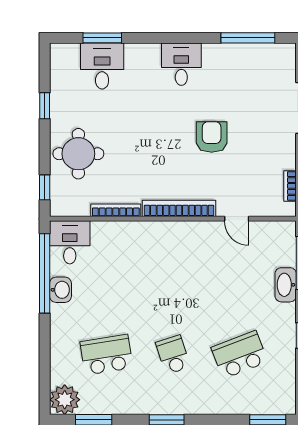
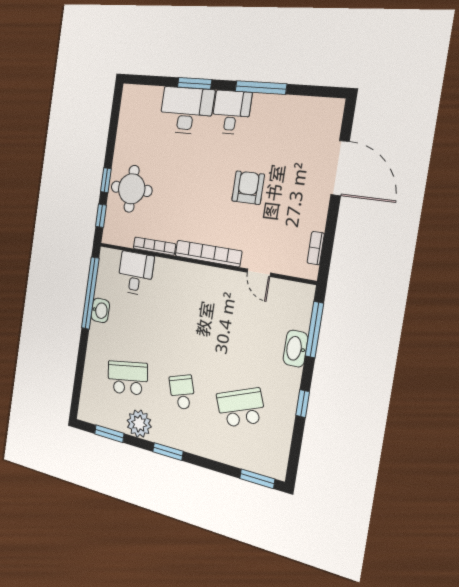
window: (102, 38) -> (195, 83), moved
window: (248, 38) -> (261, 88), moved
desk: (102, 66) -> (186, 110), moved, width x1.37
window: (45, 106) -> (106, 180), moved
desk: (70, 242) -> (136, 273), moved
plant: (65, 400) -> (139, 424), moved

